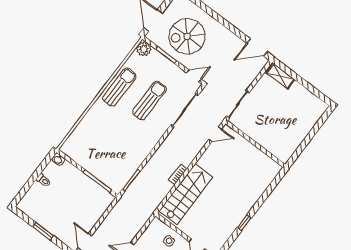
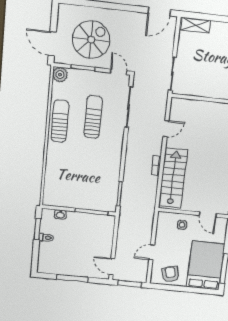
spiral stairs: (187, 36) -> (91, 40), turned 180
door: (194, 76) -> (119, 72), hinge flipped
door: (215, 134) -> (166, 129), moved
washbasin: (58, 159) -> (60, 214), moved
window: (41, 168) -> (37, 229), added
window: (43, 231) -> (72, 278), width x1.44

